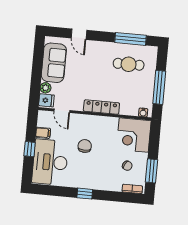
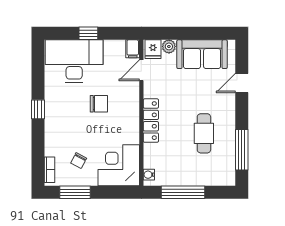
cafe table: (129, 64) -> (204, 133), moved
filing cabinet: (43, 133) -> (133, 49), moved

